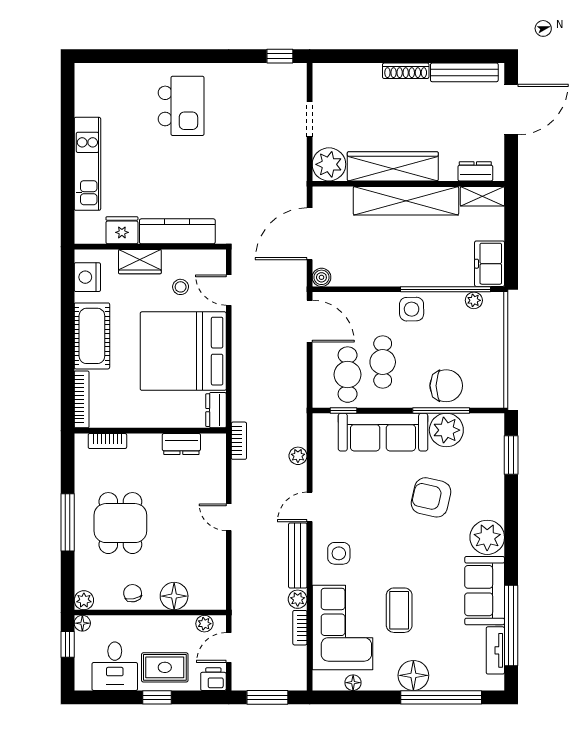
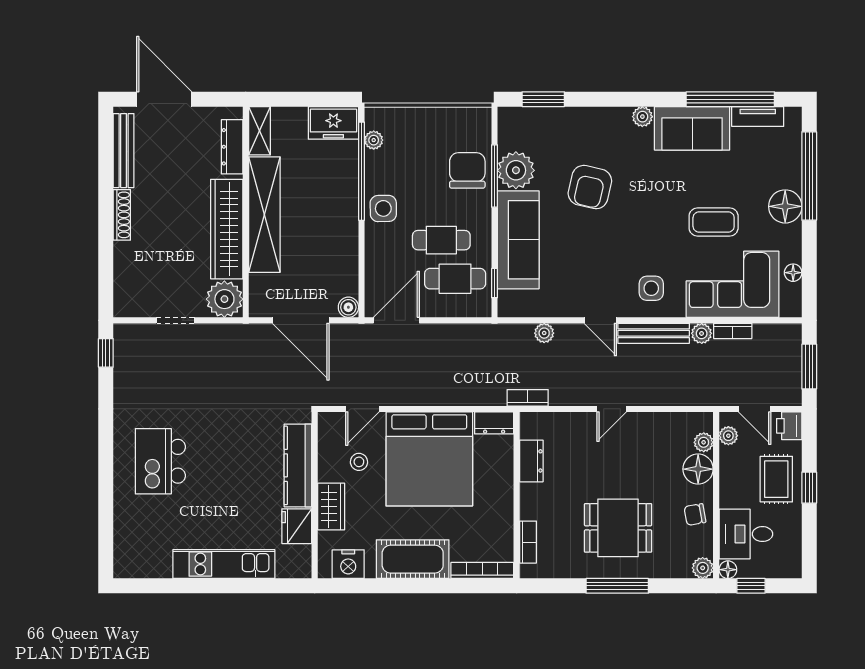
kitchen island: (181, 106) -> (160, 461), turned -90
dresser: (475, 171) -> (232, 147), width x1.44
plant: (487, 537) -> (642, 117), width x0.53, depth x0.53
plant: (198, 601) -> (704, 442), added
desk: (115, 666) -> (746, 534), moved, turned 180

